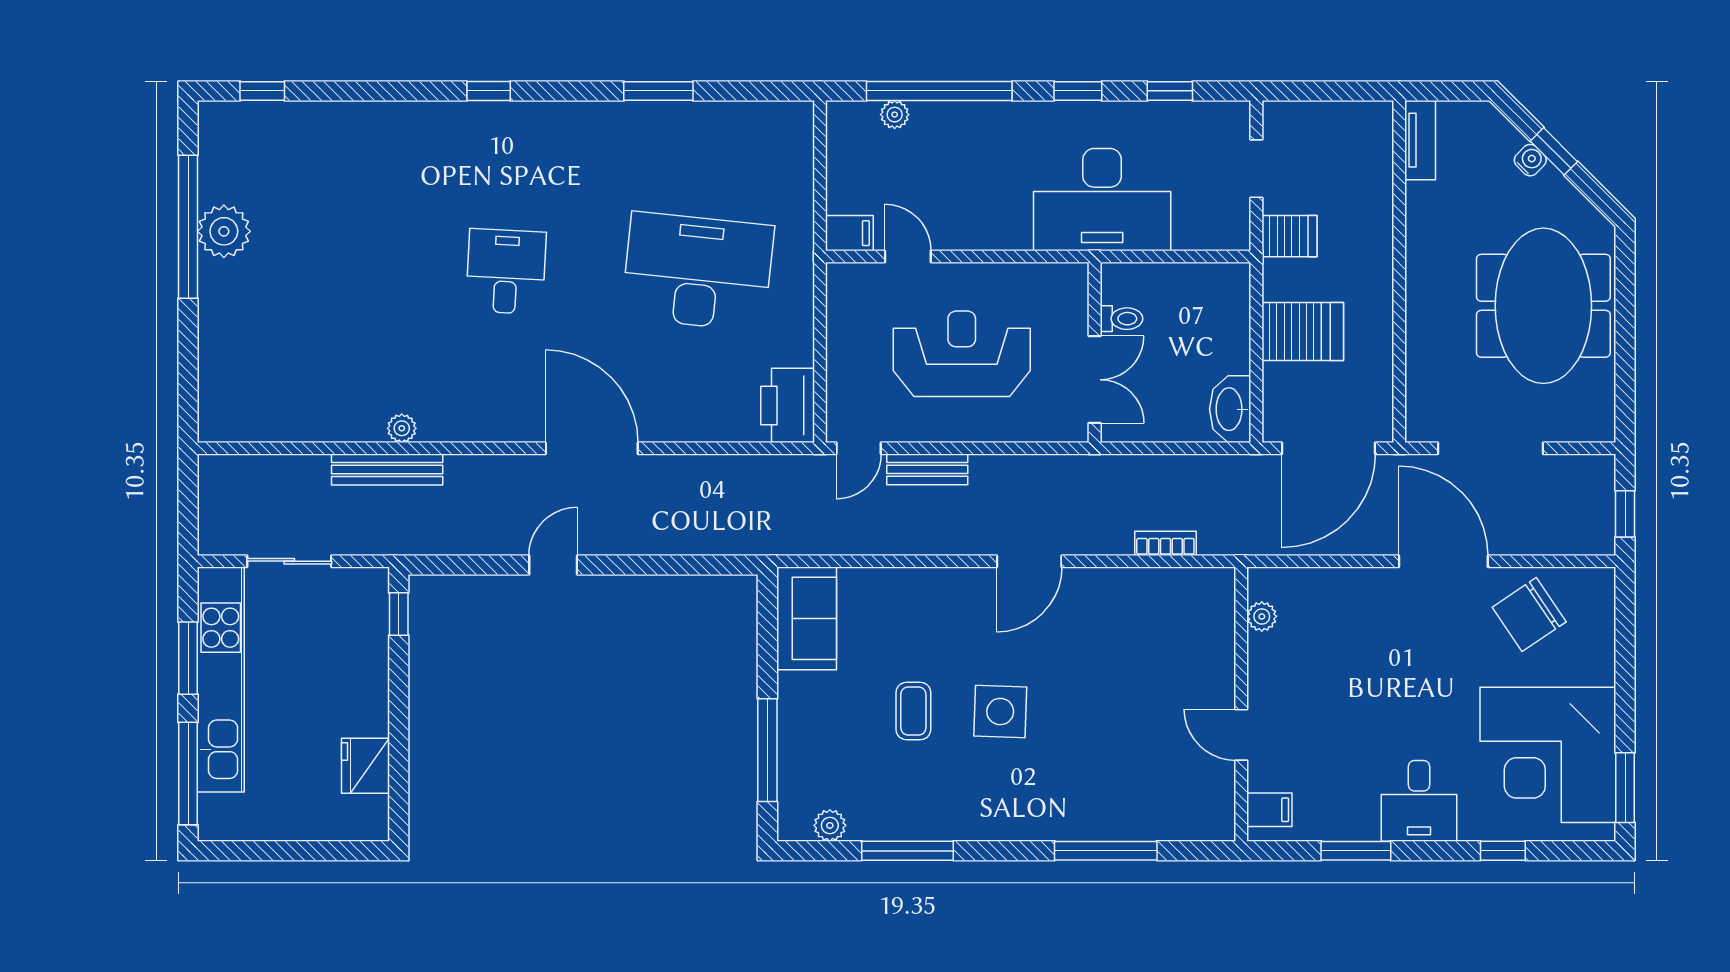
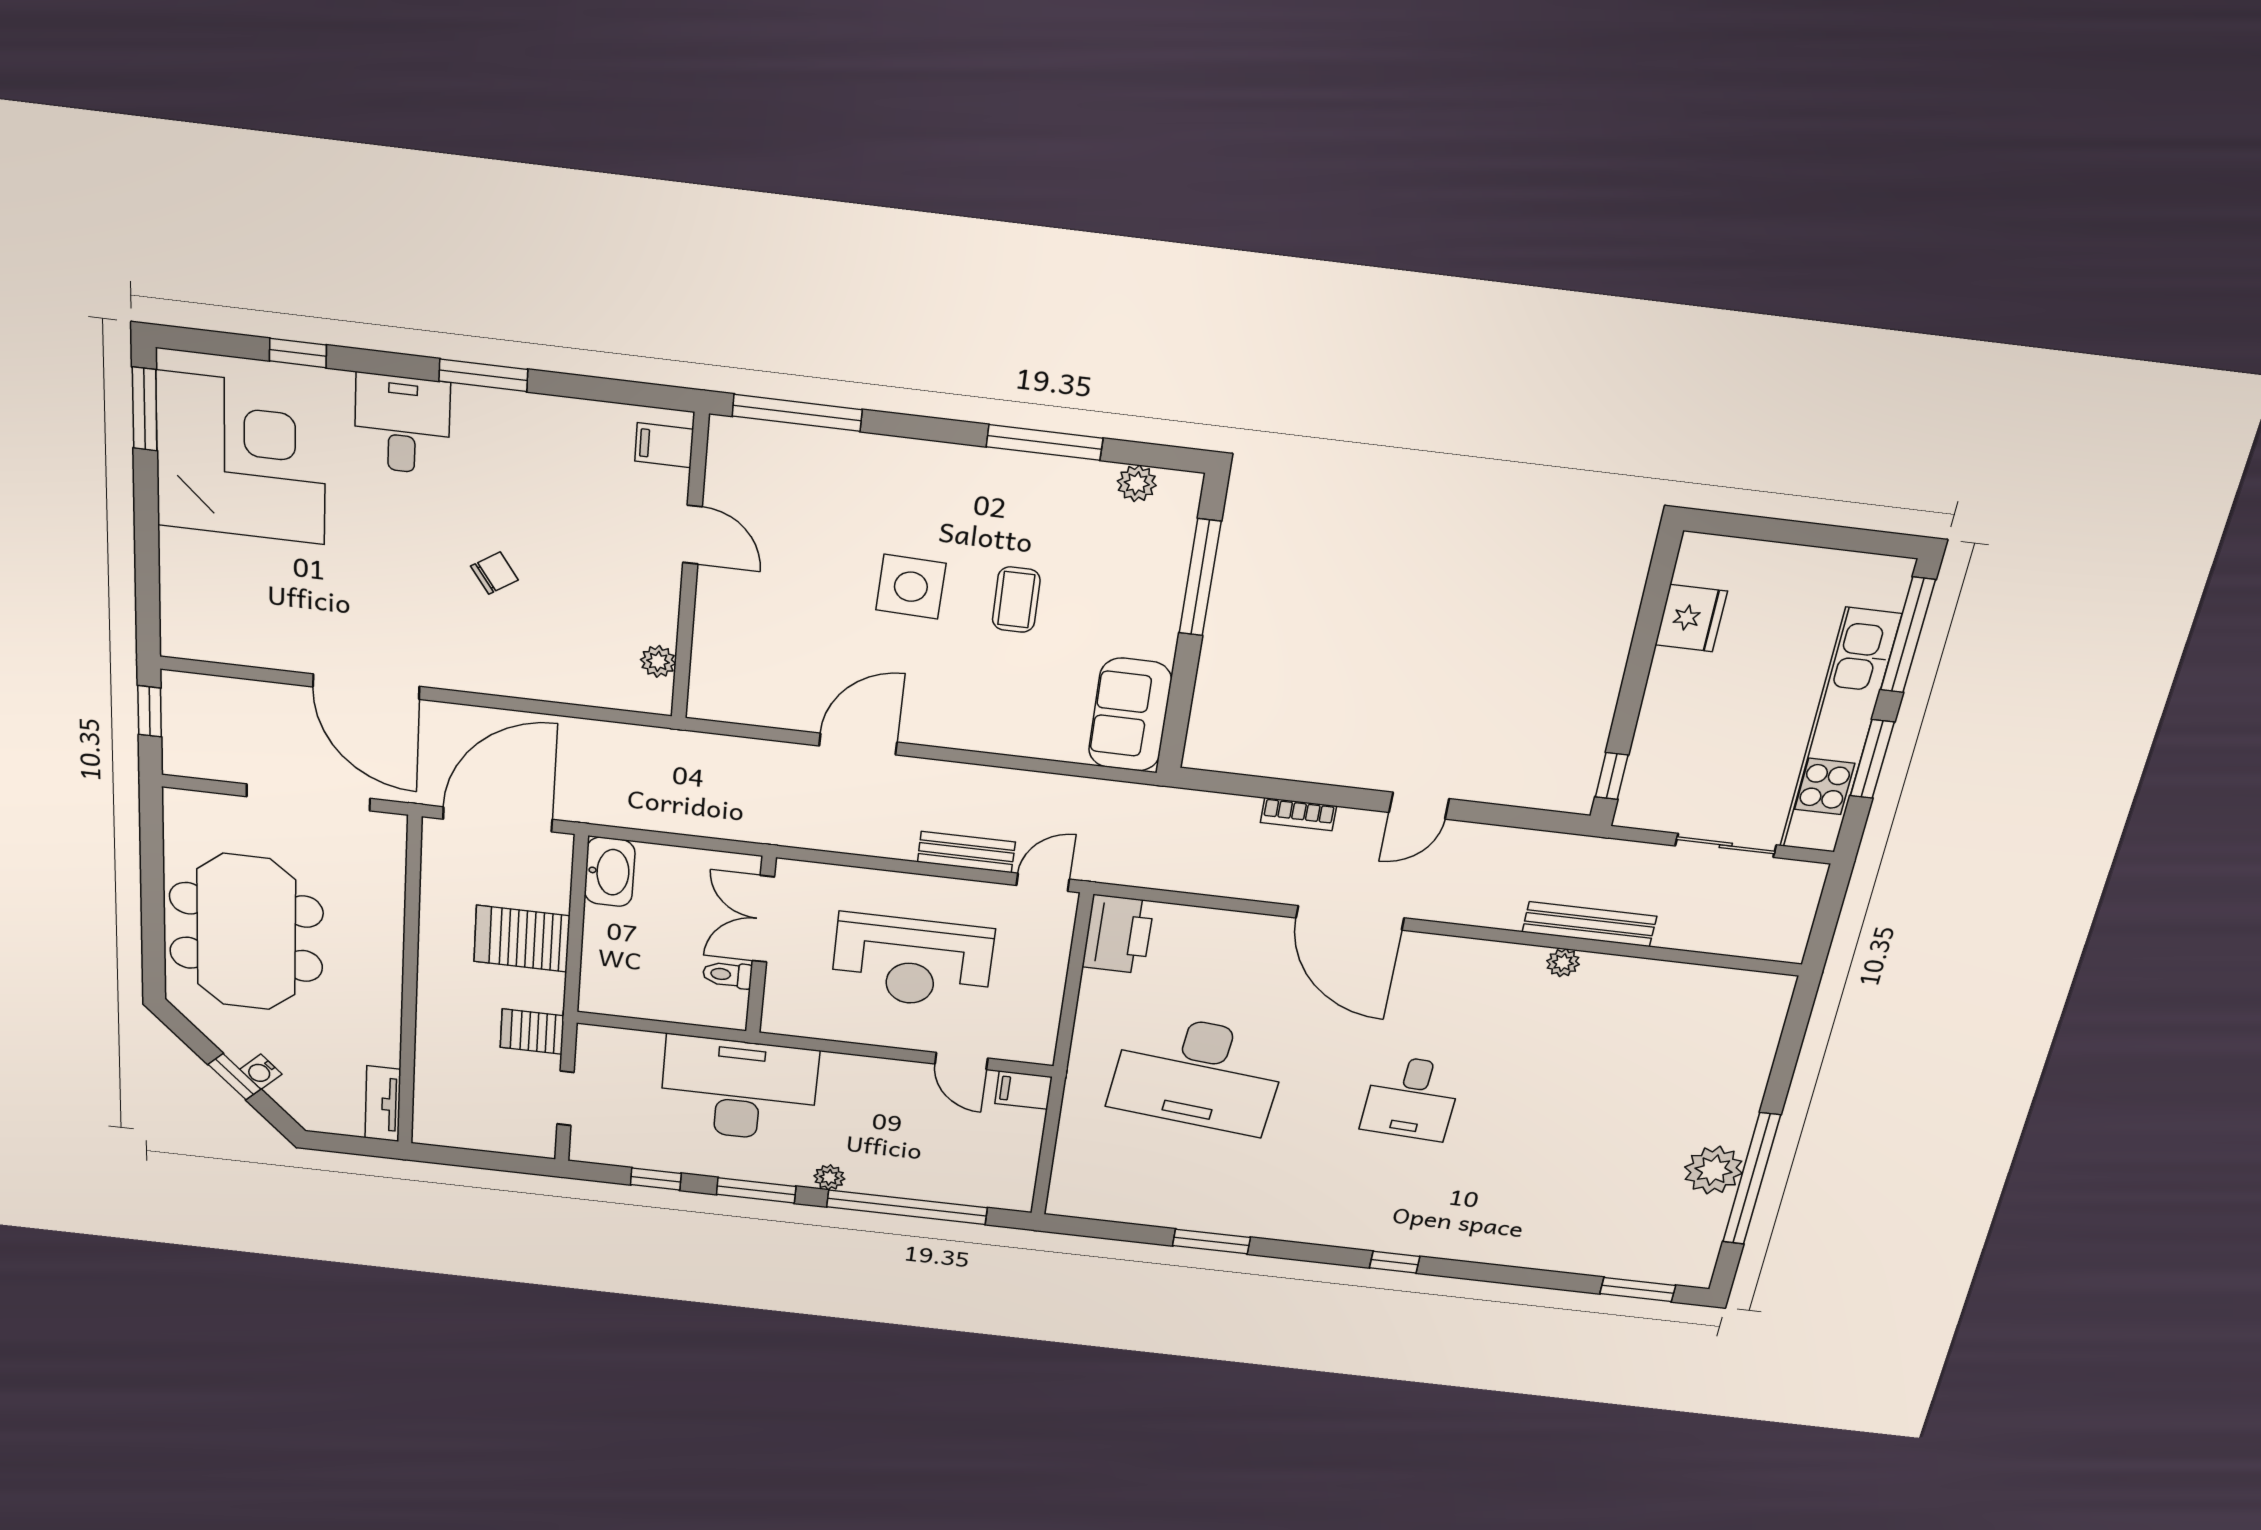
window: (262, 91) -> (1638, 1289), width x1.50
window: (1078, 91) -> (756, 1190), width x1.50
plant: (895, 115) -> (829, 1177), moved
bookcase: (1165, 543) -> (1298, 814), moved
chair: (1529, 615) -> (494, 573), moved, width x0.54, depth x0.54
plant: (1262, 616) -> (658, 661), moved
wall: (1241, 704) -> (690, 569), moved
door: (1241, 735) -> (693, 535), moved
filing cabinet: (1269, 810) -> (664, 445), moved

